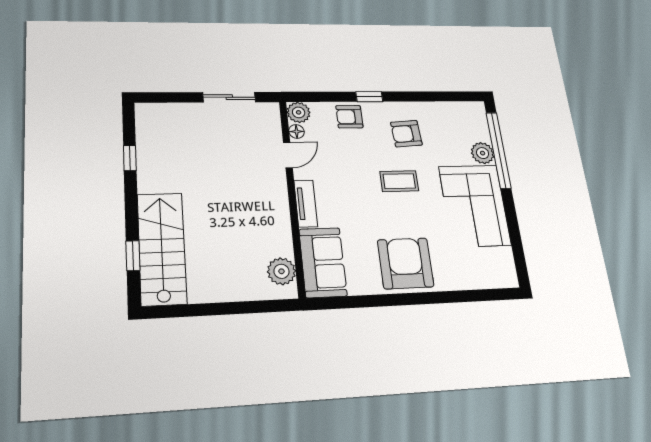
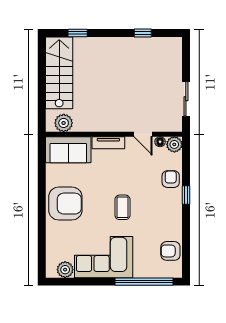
armchair: (406, 134) -> (170, 251), moved, turned -86
plant: (483, 153) -> (65, 270), moved
stairs: (162, 248) -> (59, 73), moved, turned -90

